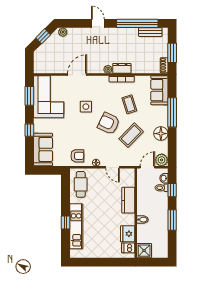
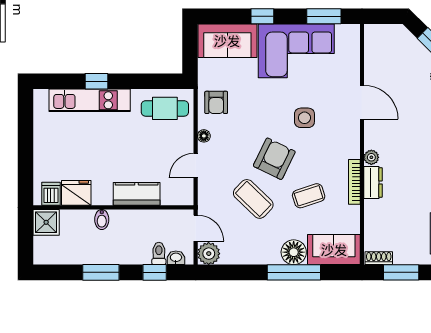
corner sofa: (49, 97) -> (296, 51), moved
floor lamp: (161, 134) -> (294, 252), moved

